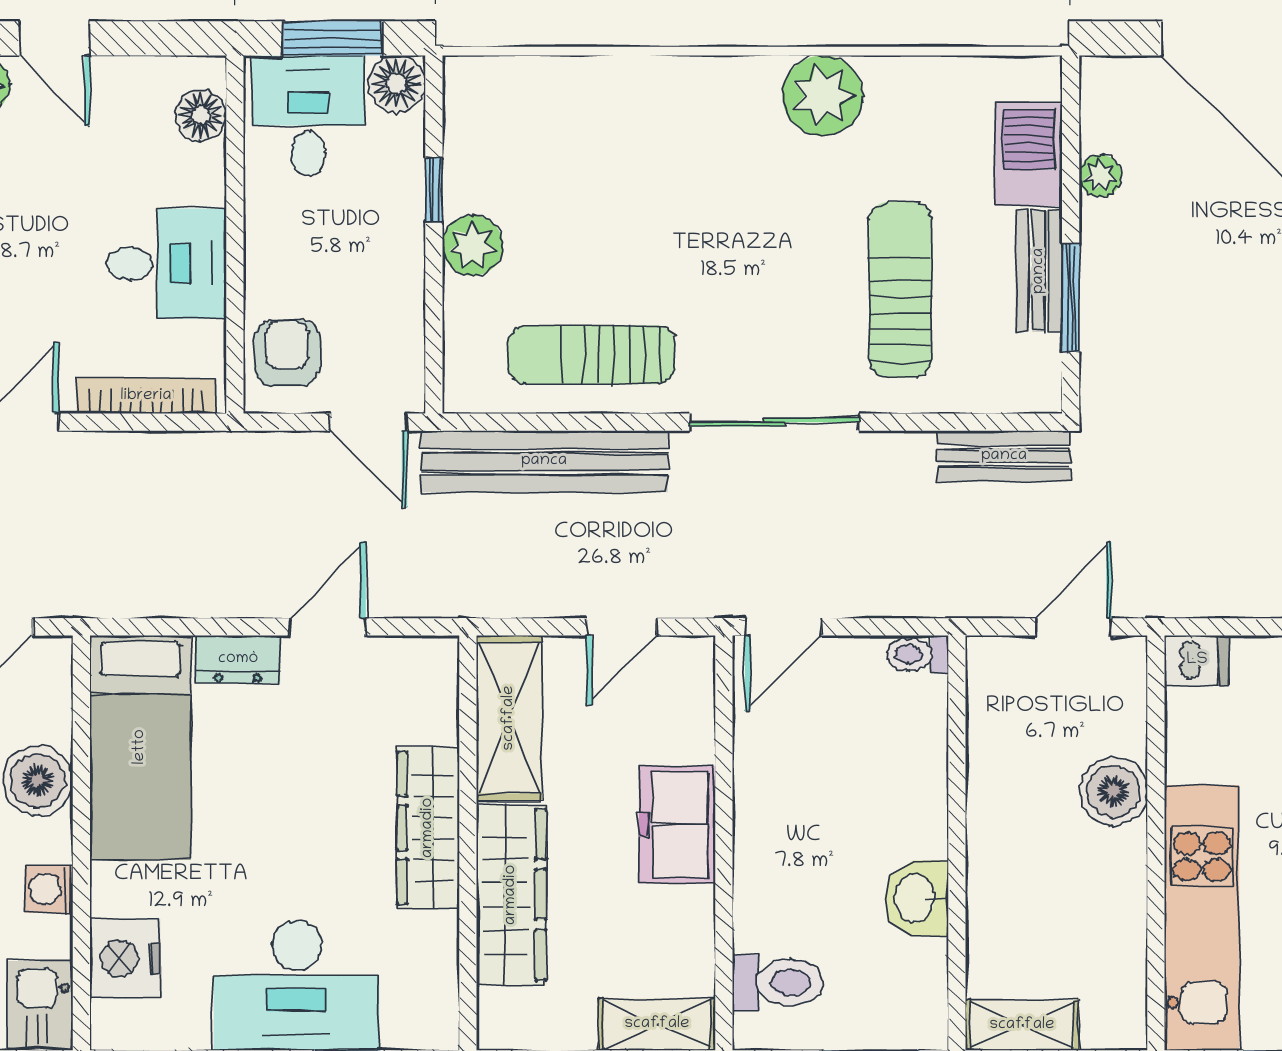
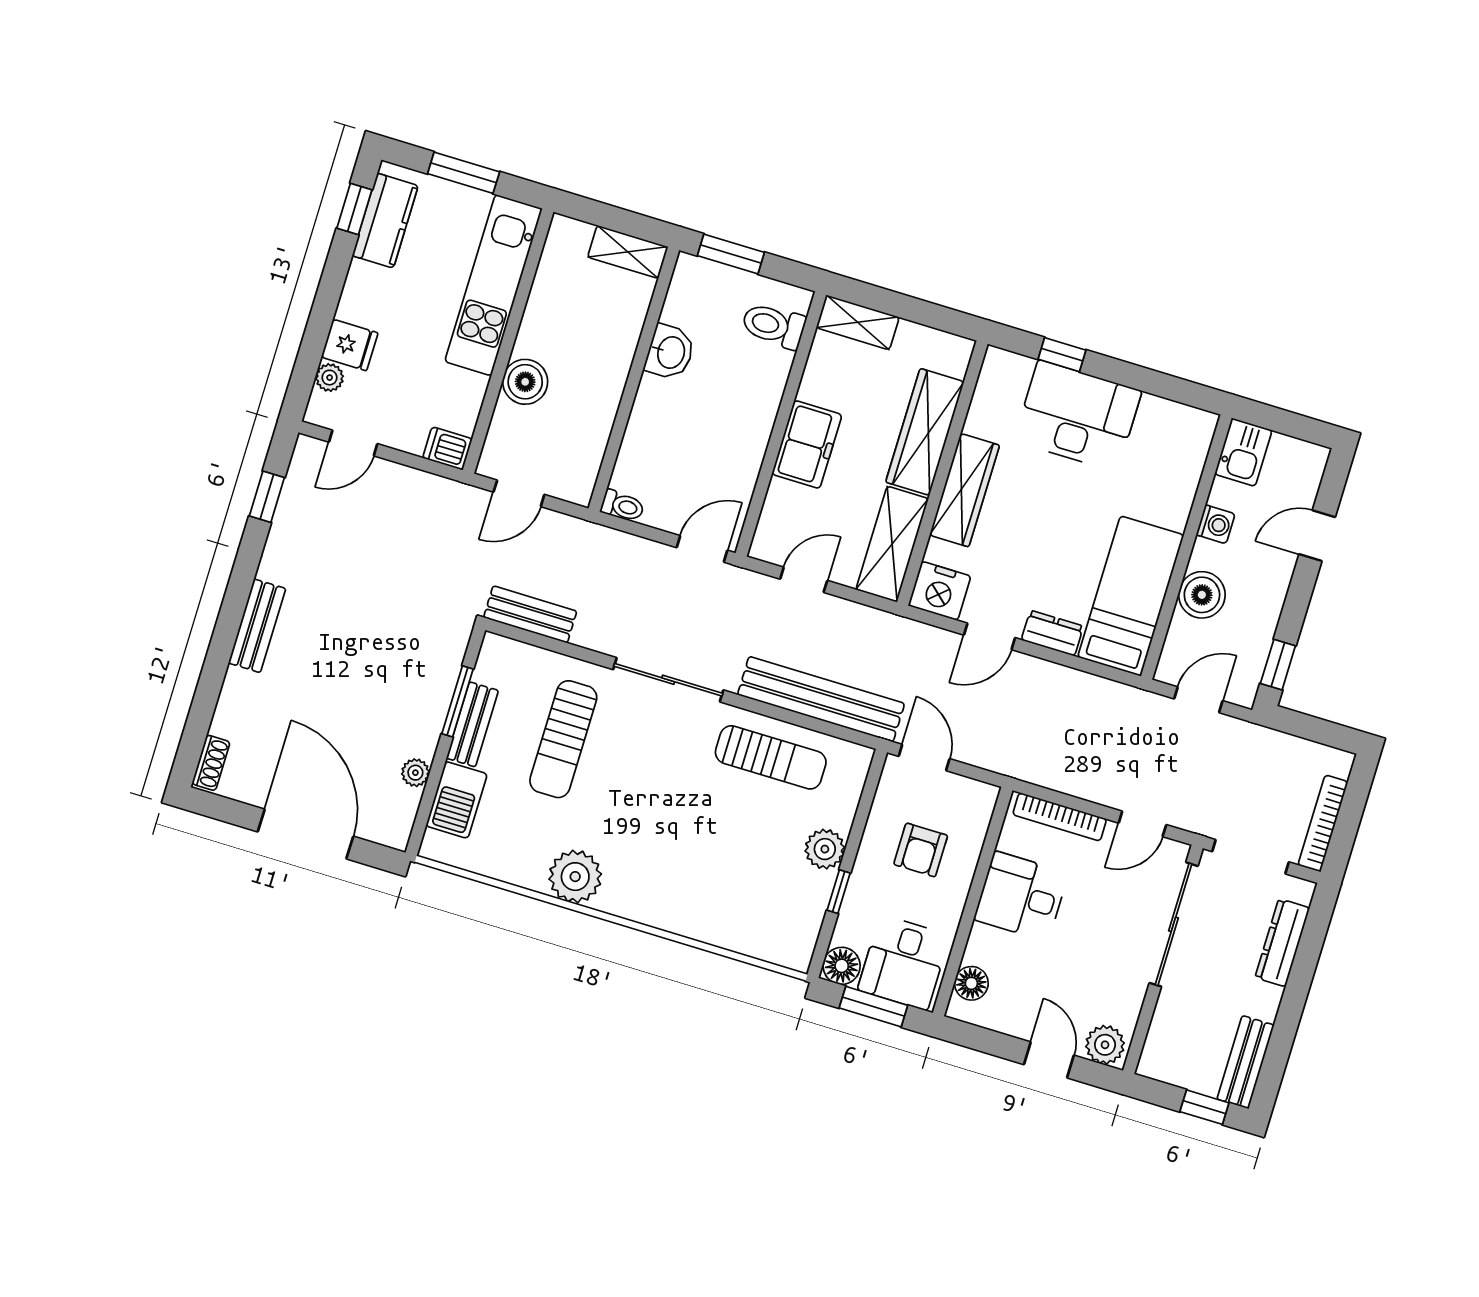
armchair: (287, 353) -> (921, 850), moved
nightstand: (125, 958) -> (940, 591), moved, turned 90

